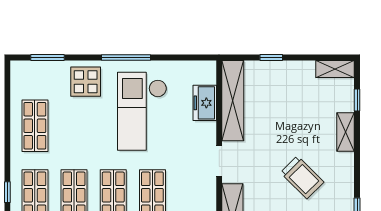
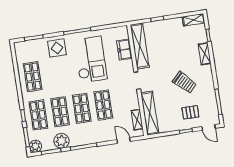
checkout: (142, 111) -> (91, 59), turned 180

